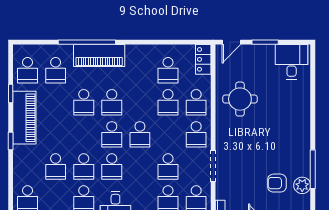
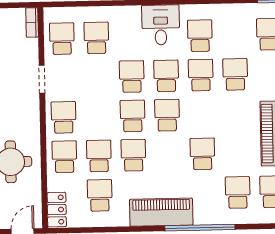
piano: (99, 56) -> (161, 212), moved
school desk: (112, 102) -> (133, 155), moved
school desk: (168, 166) -> (132, 77), moved
doorway: (213, 166) -> (42, 79), width x0.73

